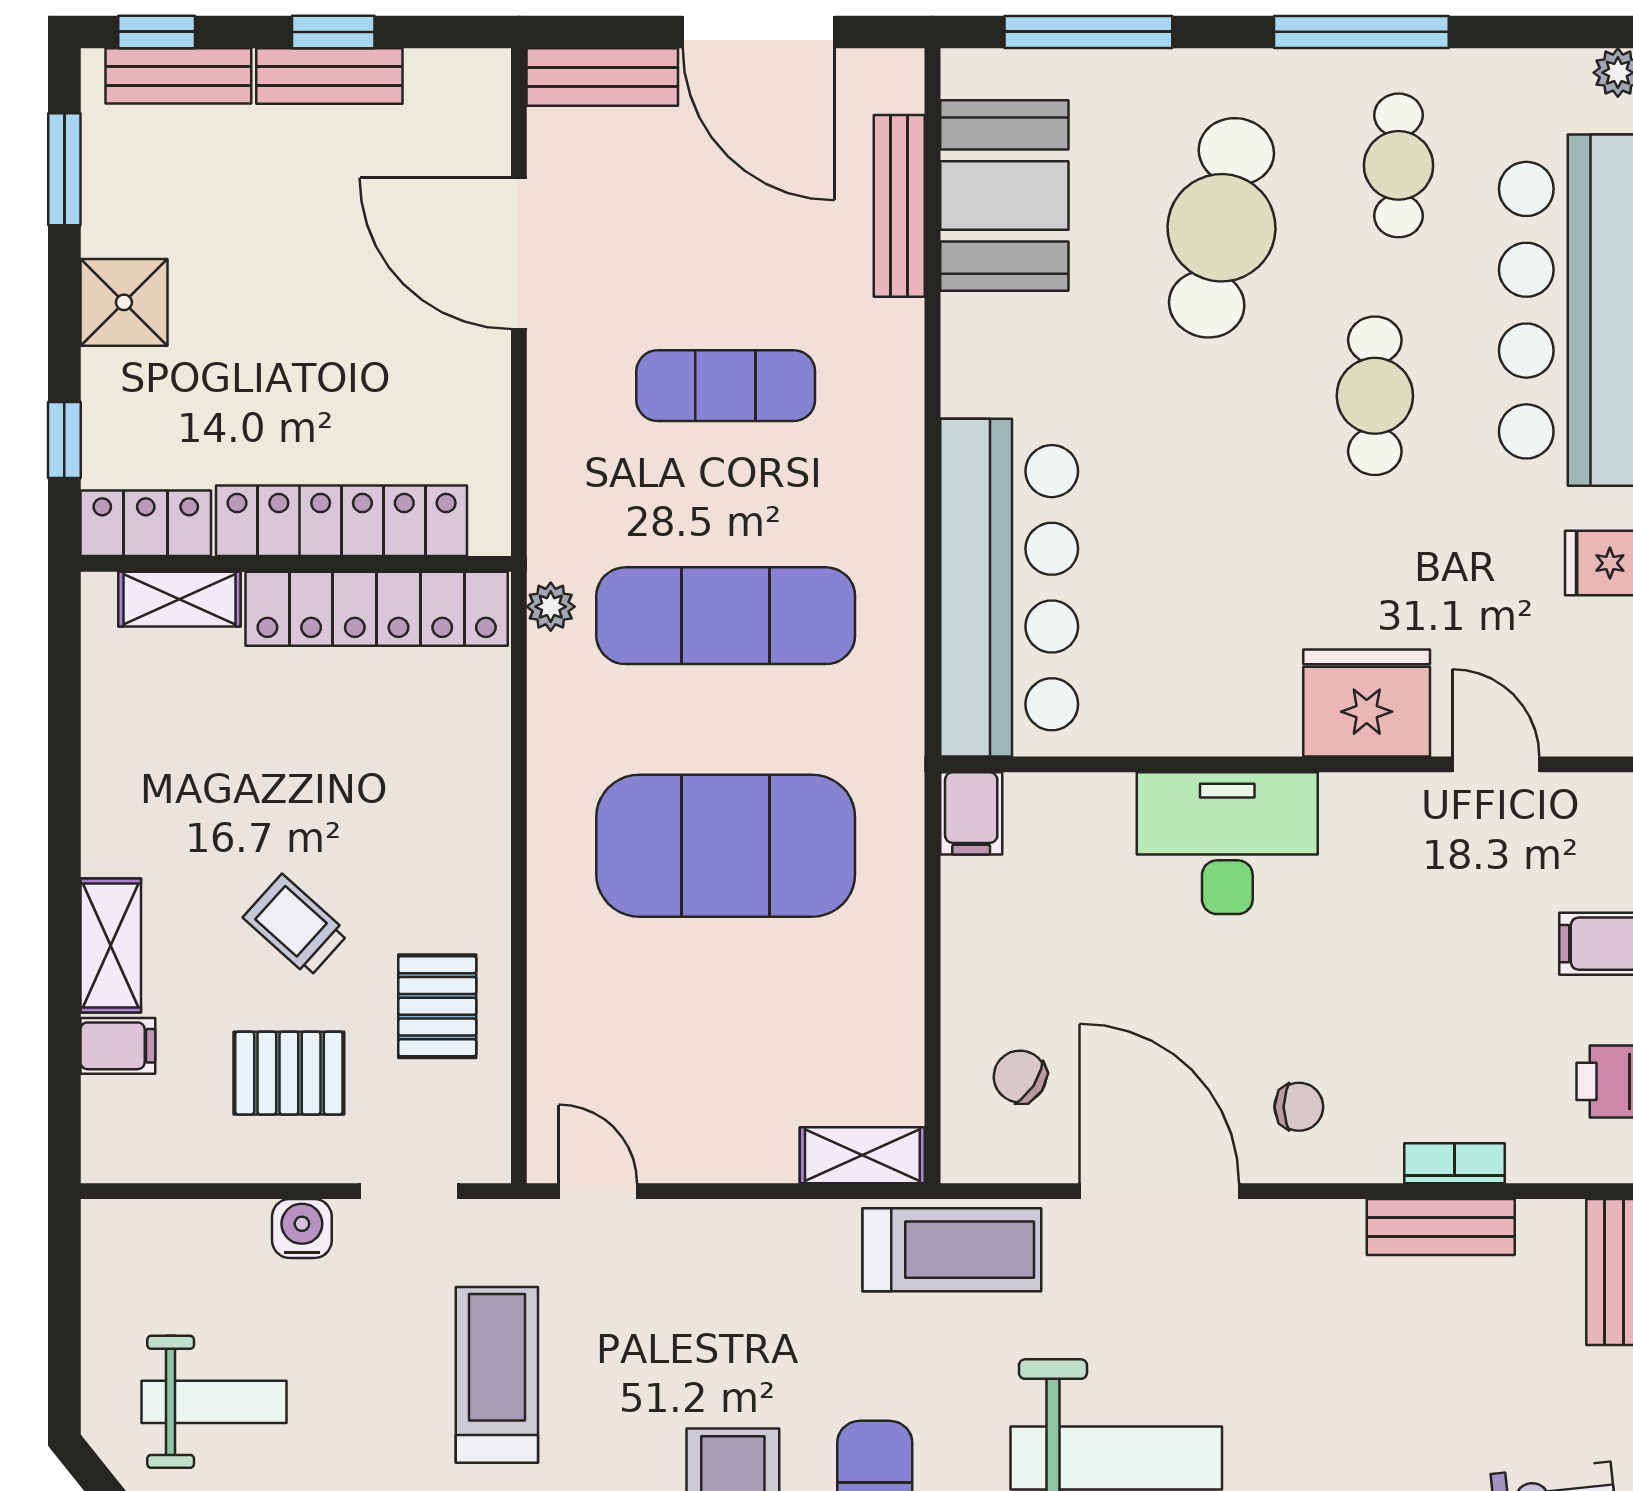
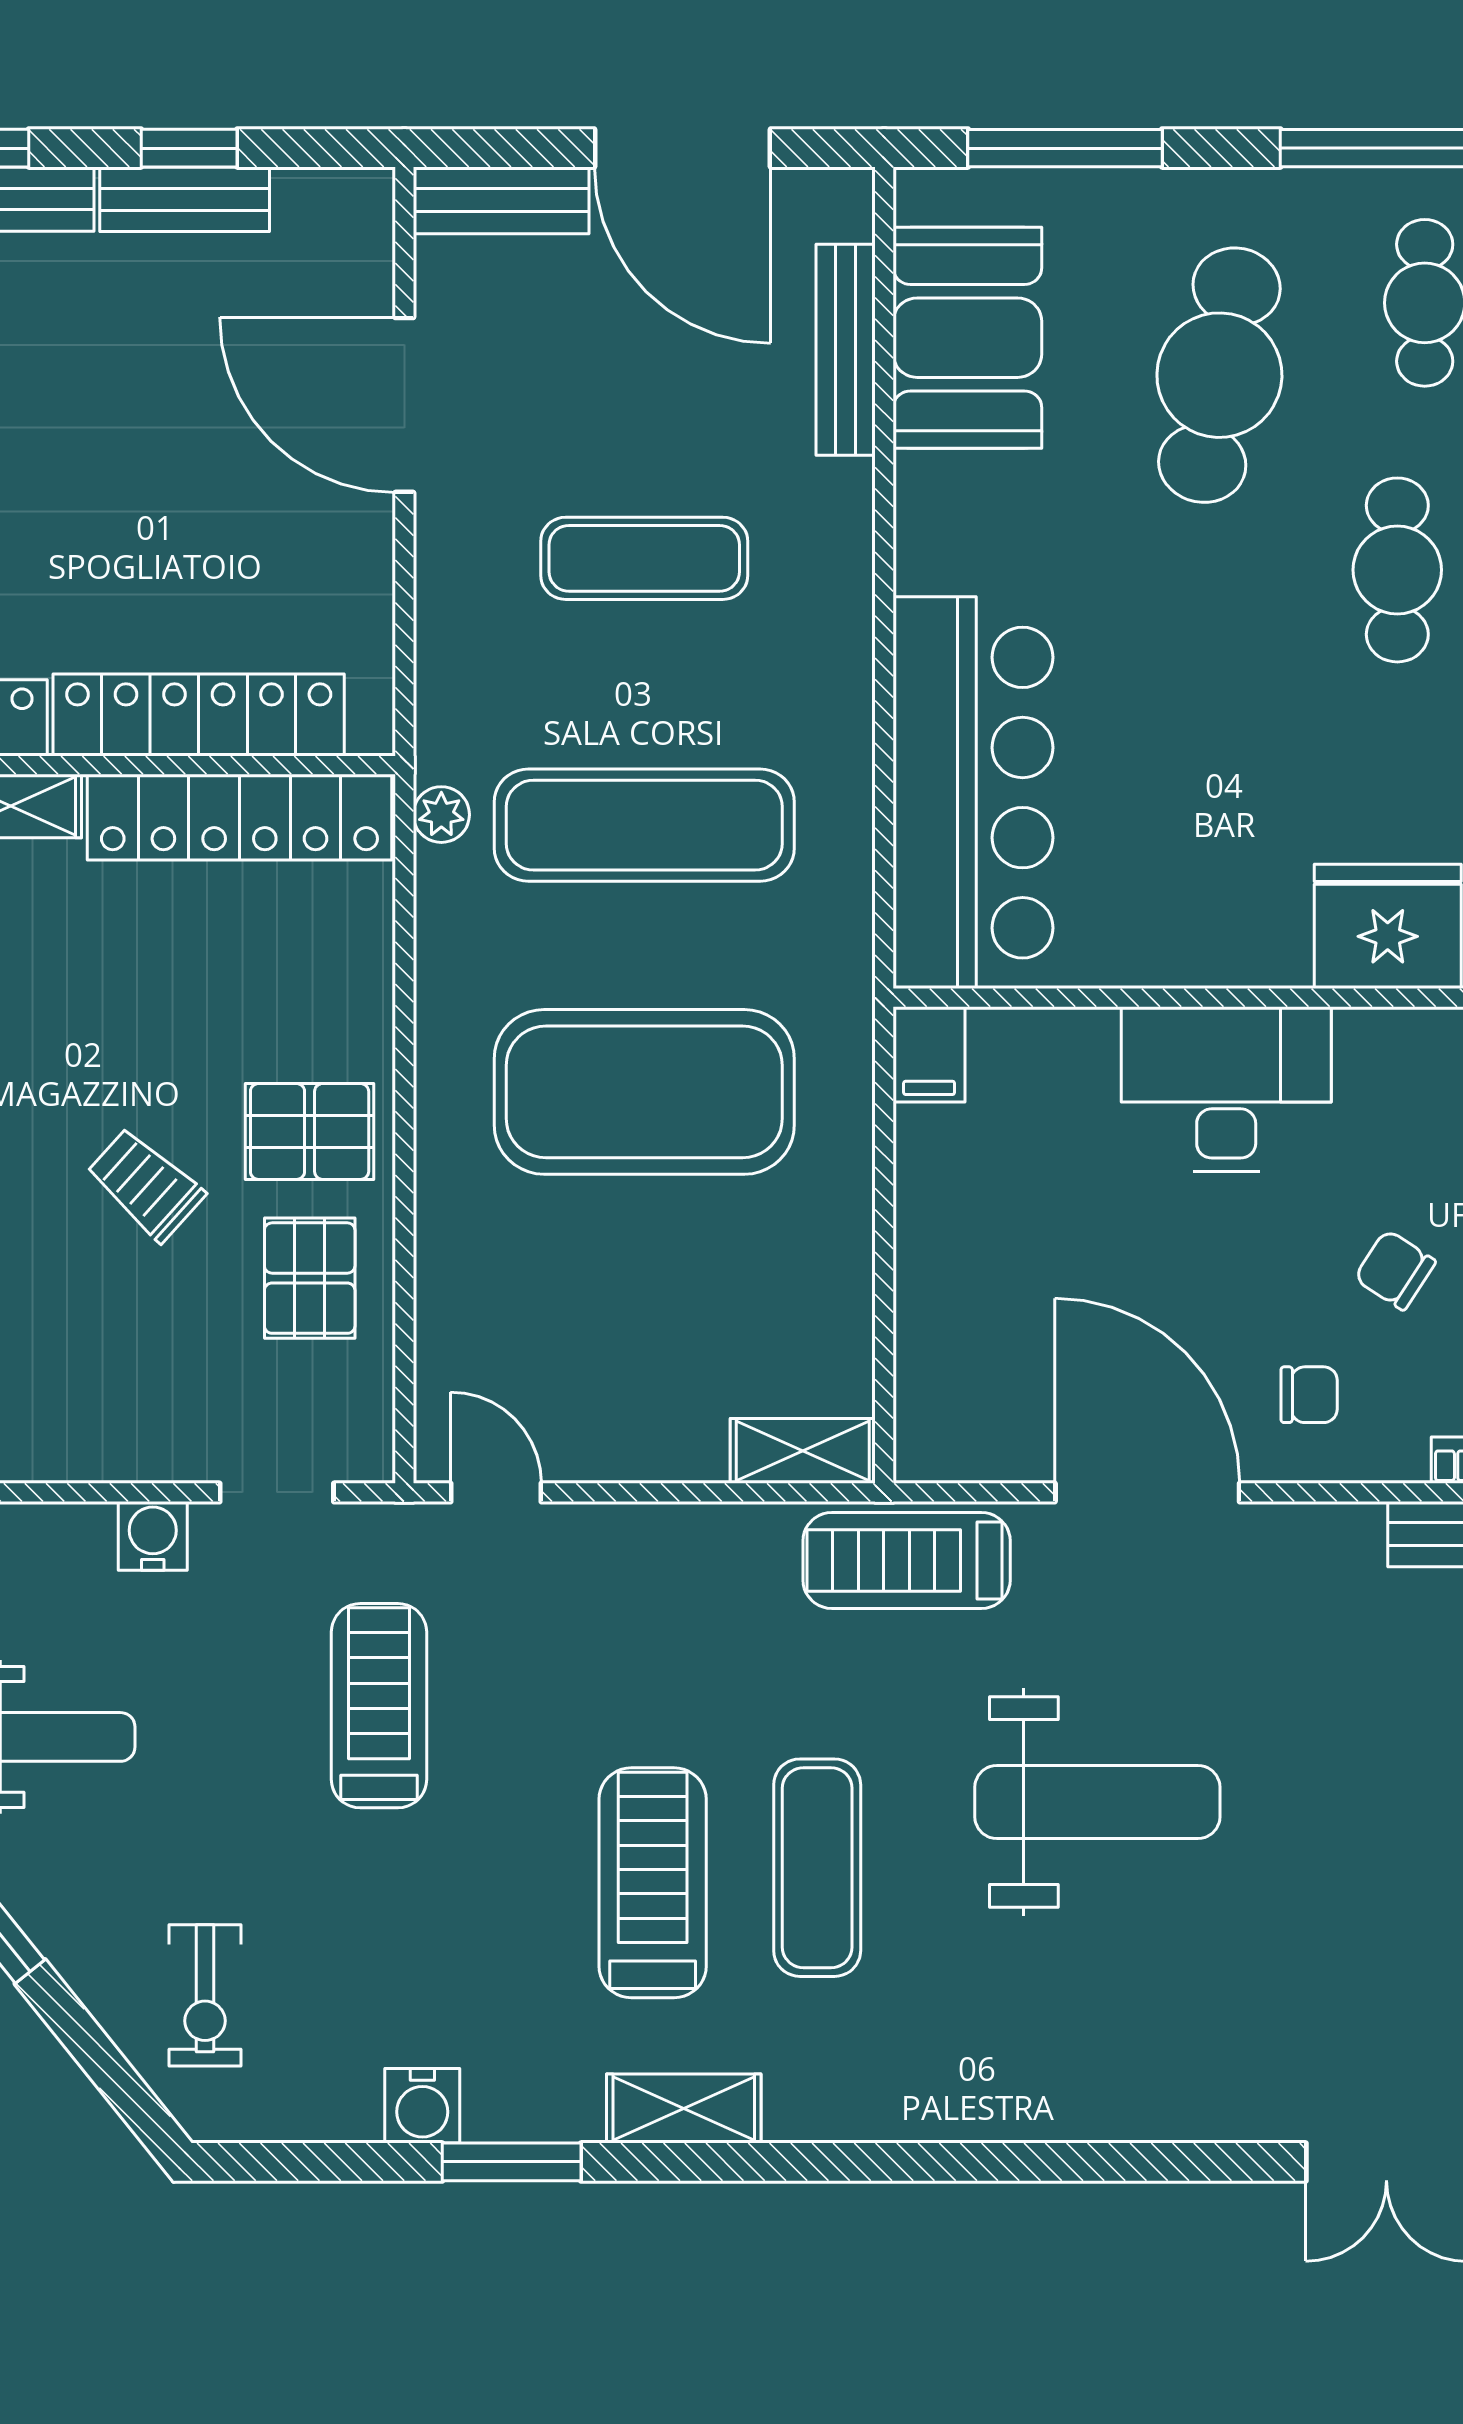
pallet: (289, 1073) -> (310, 1131), moved
chair: (1020, 1077) -> (1395, 1270), moved
treadmill: (952, 1250) -> (907, 1560), turned 180

